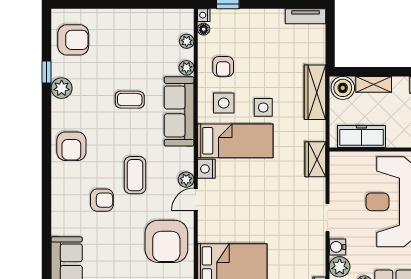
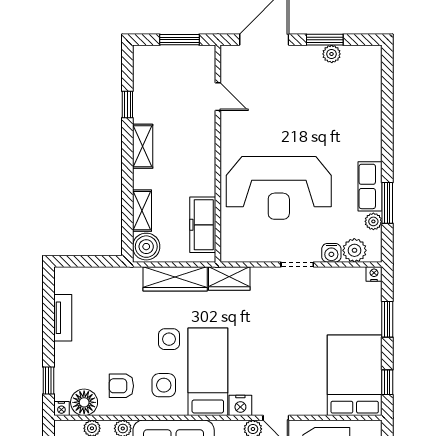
tv unit: (305, 16) -> (63, 318), moved
floor lamp: (204, 29) -> (84, 402), width x1.89, depth x1.89
armchair: (223, 67) -> (121, 386), turned 180
wardrobe: (315, 92) -> (175, 279), moved

